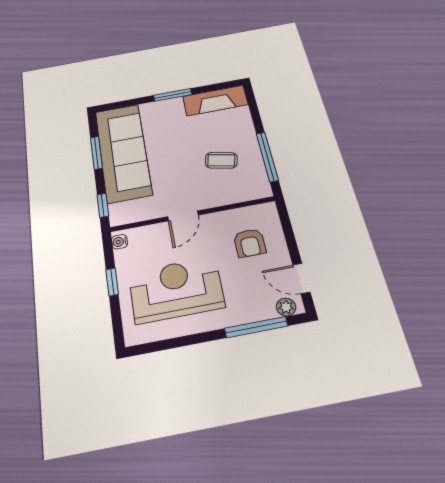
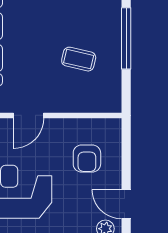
window: (267, 157) -> (126, 38), moved

